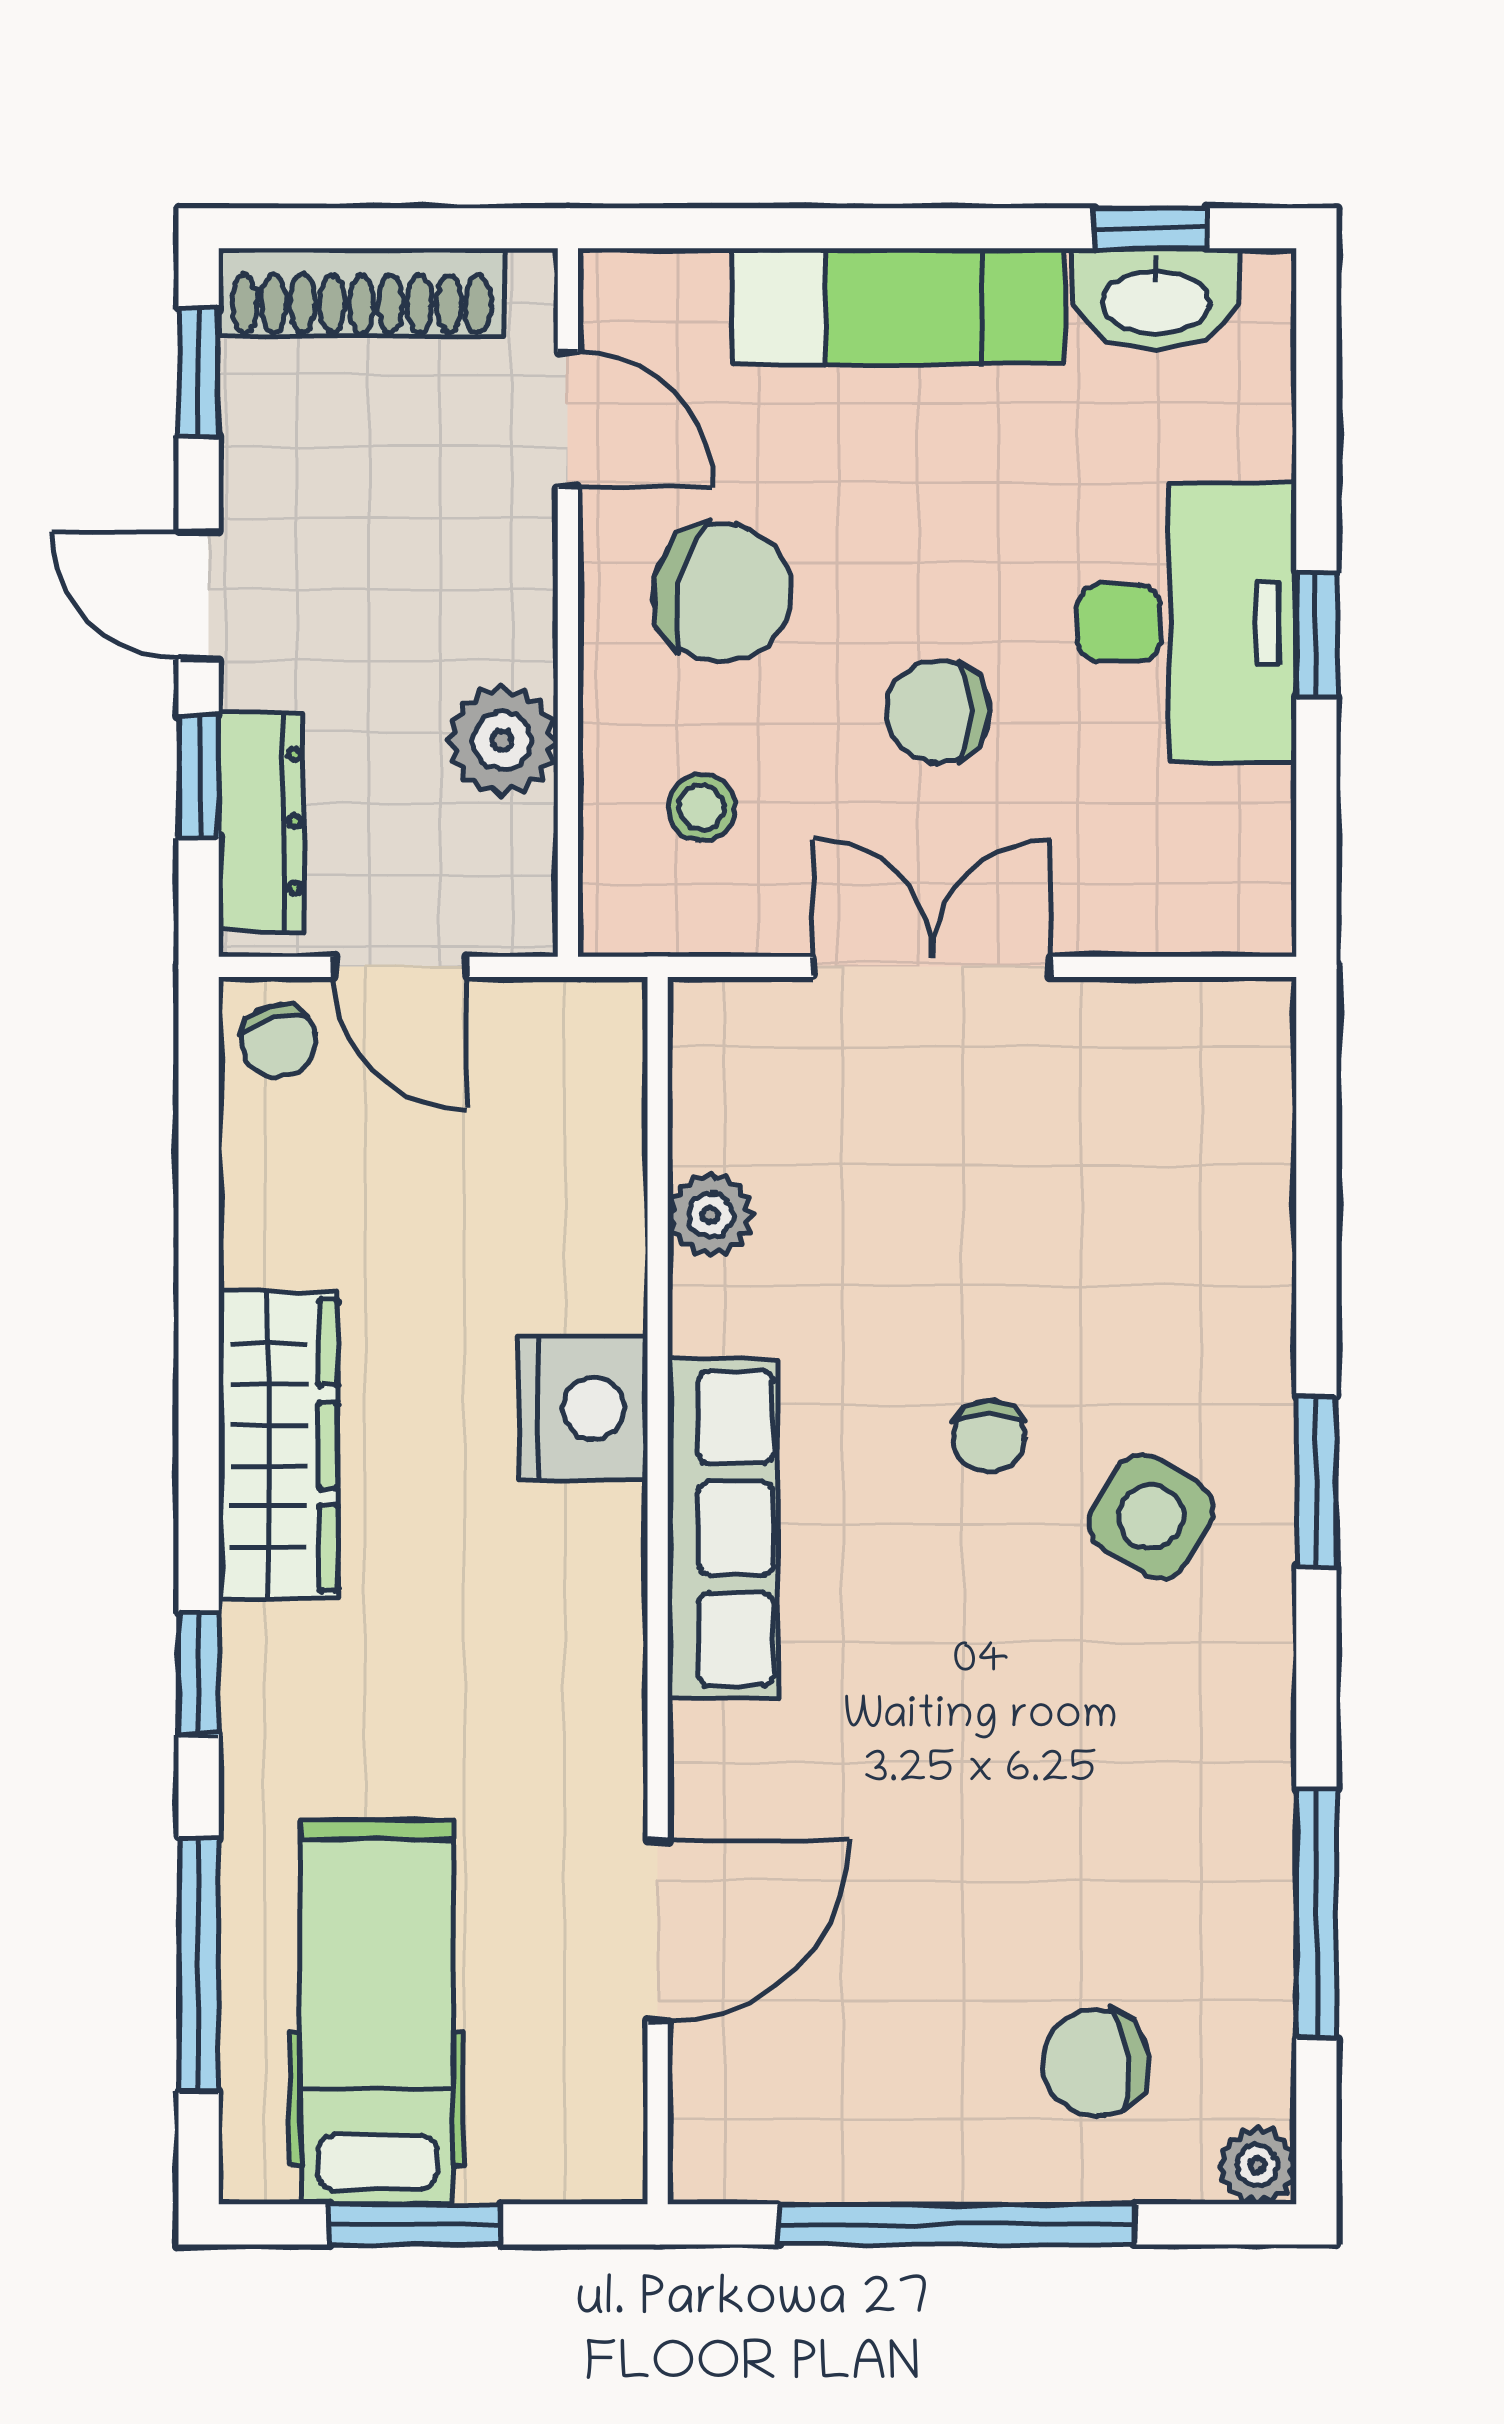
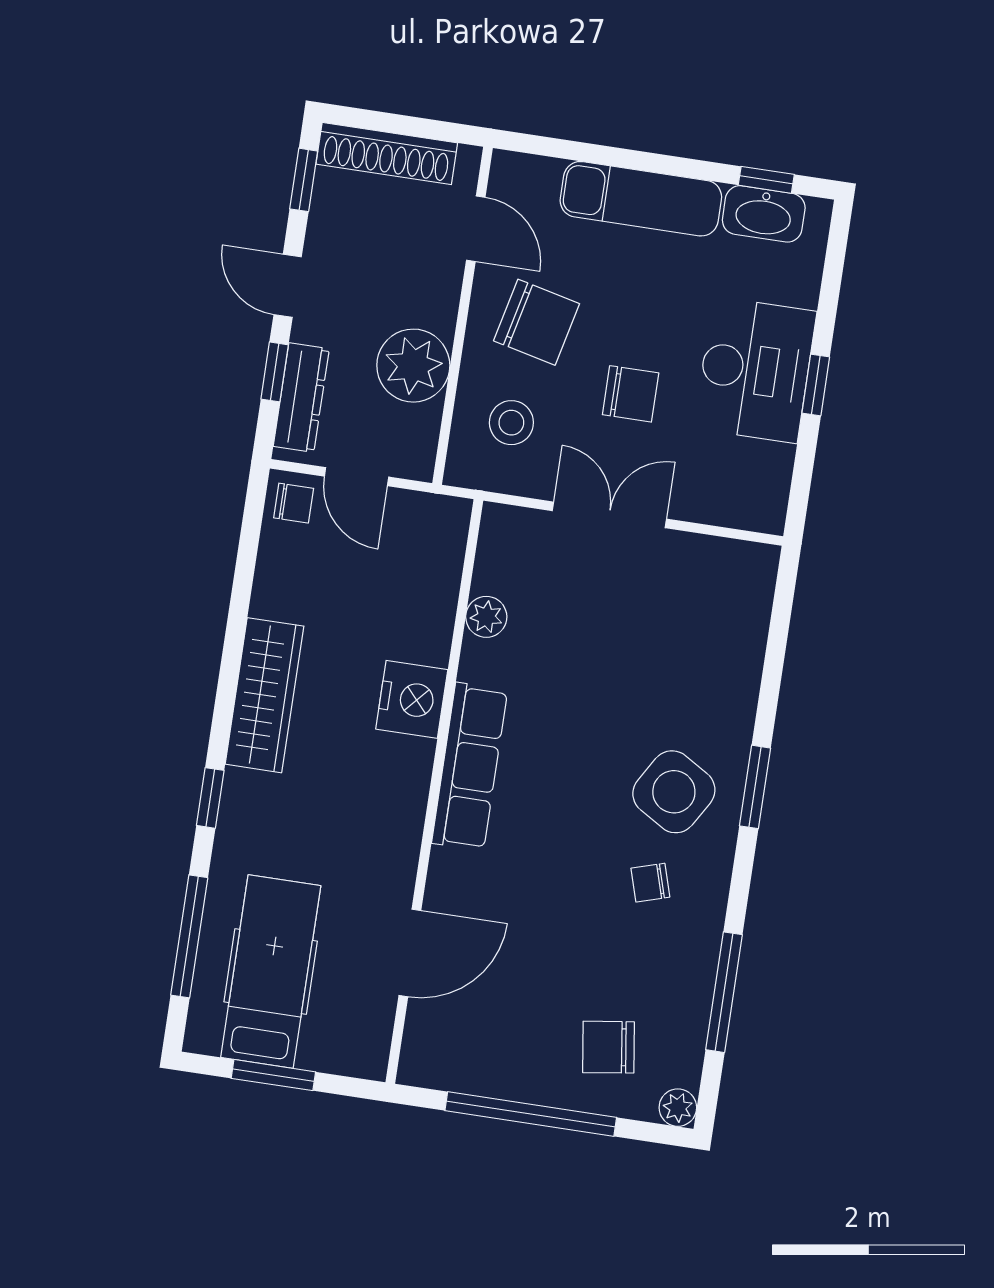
chair: (938, 711) -> (631, 394), turned 180
plant: (502, 741) -> (413, 366), width x1.36, depth x1.36
stool: (702, 807) -> (511, 423), width x1.37, depth x1.37
chair: (278, 1041) -> (294, 503), turned -75
chair: (989, 1436) -> (650, 883), moved, turned 73
side table: (1151, 1517) -> (674, 792), width x1.37, depth x1.37

